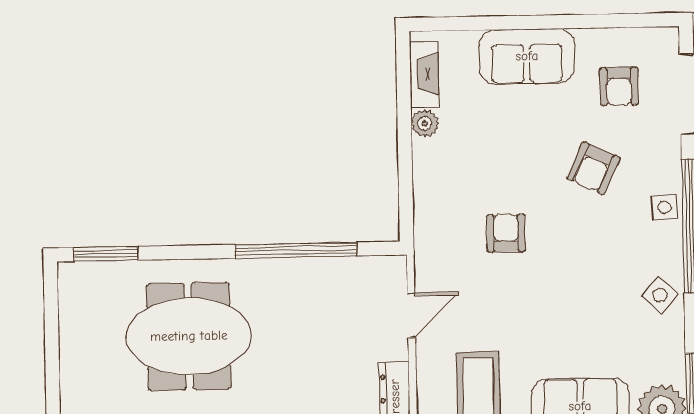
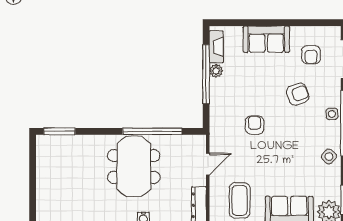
window: (404, 131) -> (206, 74), added
armchair: (593, 168) -> (298, 94), turned -134
meeting table: (189, 336) -> (134, 166), moved, turned 90

